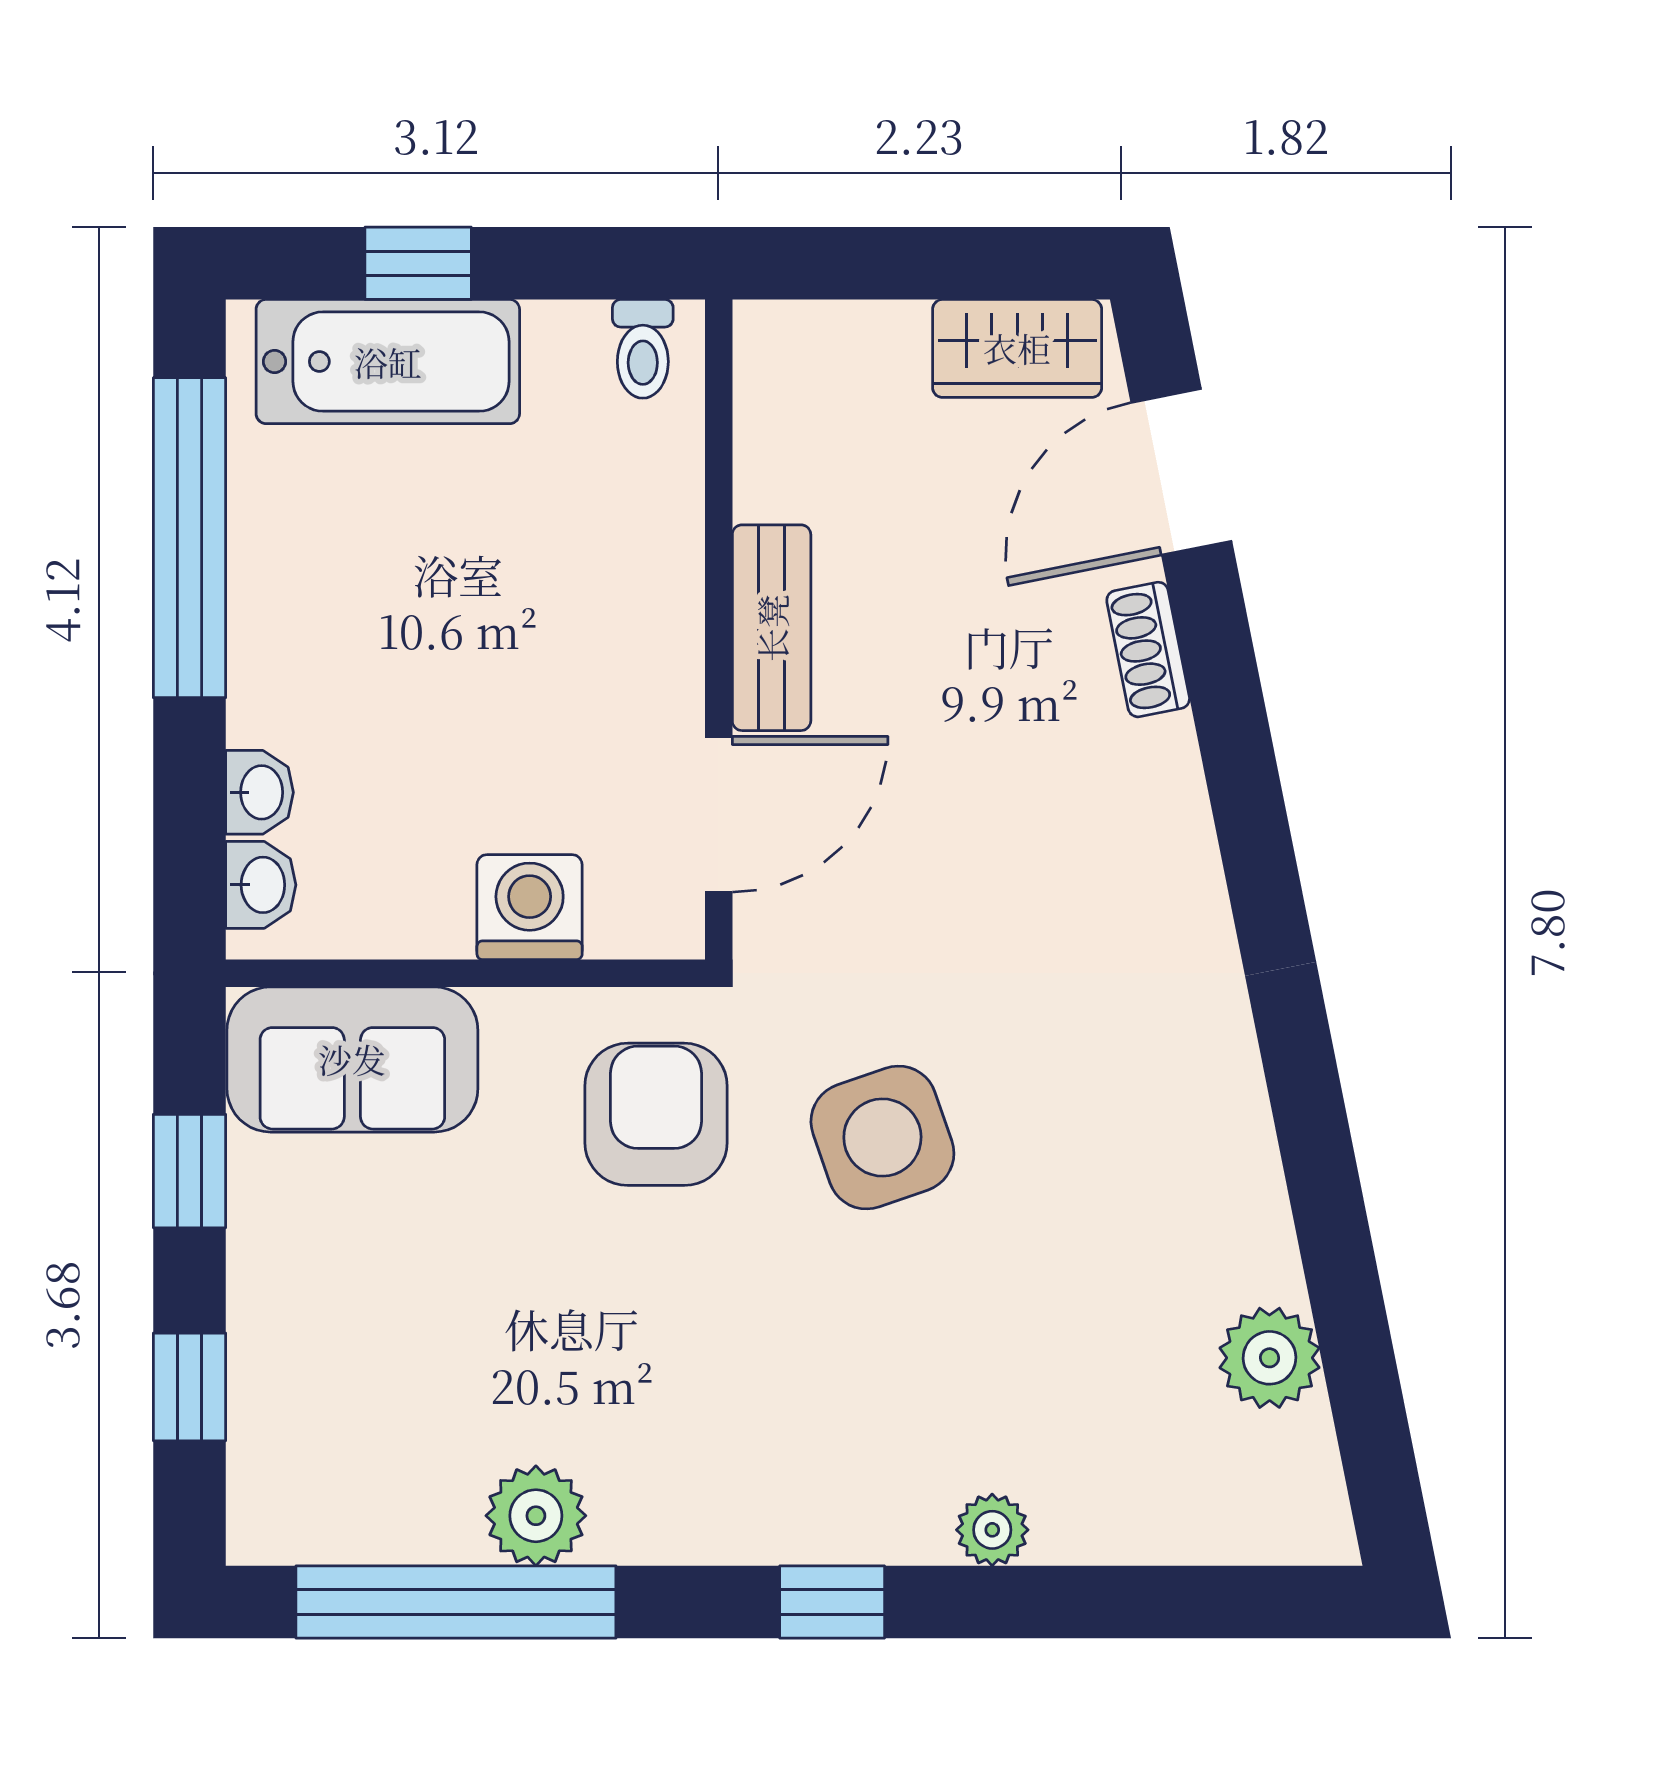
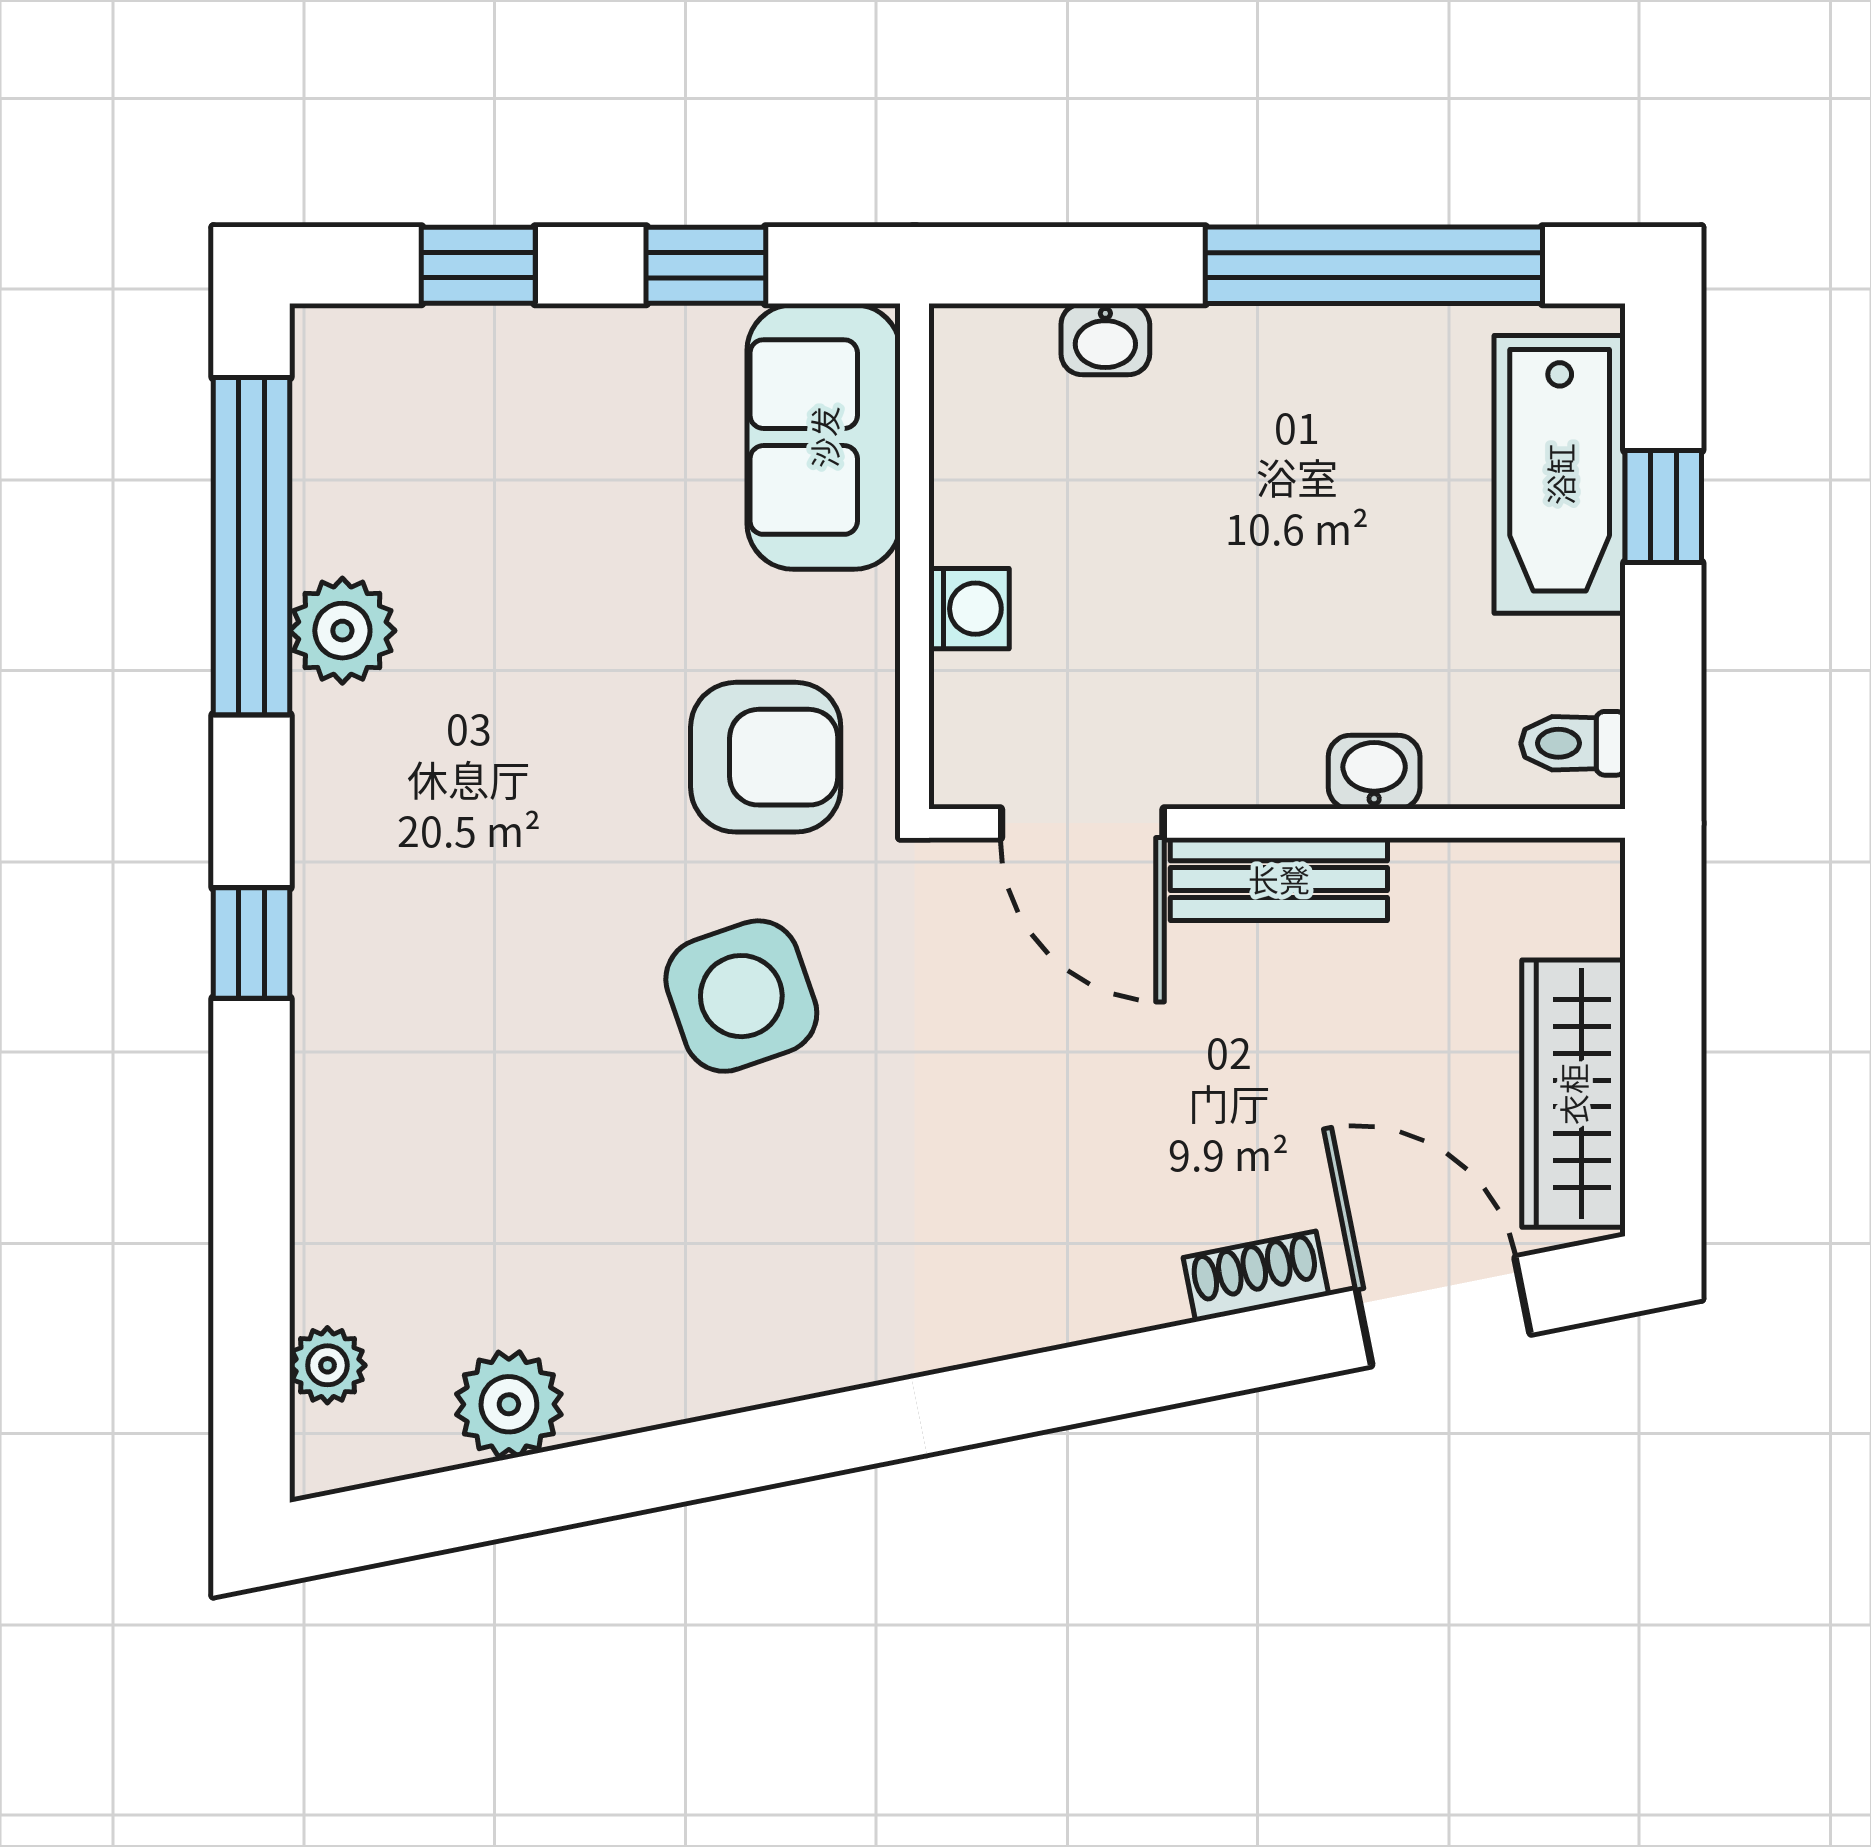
wardrobe: (1017, 348) -> (1573, 1094), width x1.50
washbasin: (261, 885) -> (1374, 772), moved, turned 180
washing machine: (530, 907) -> (969, 609), width x0.73, depth x0.73
plant: (992, 1530) -> (327, 1365), moved

